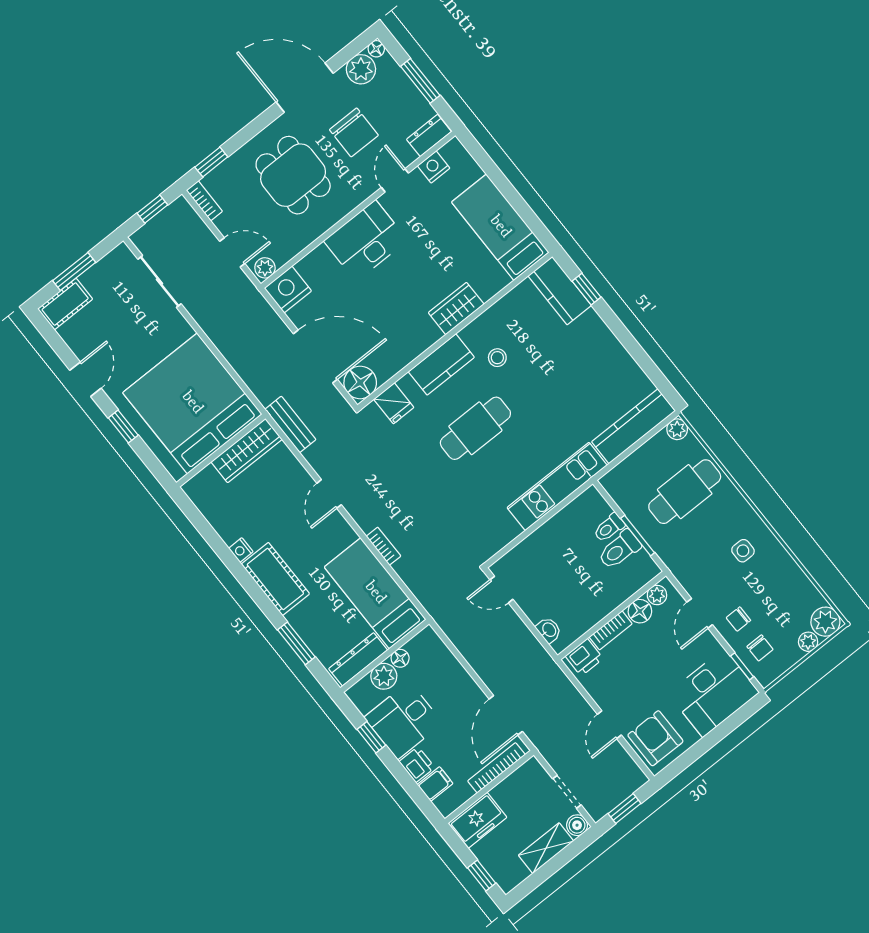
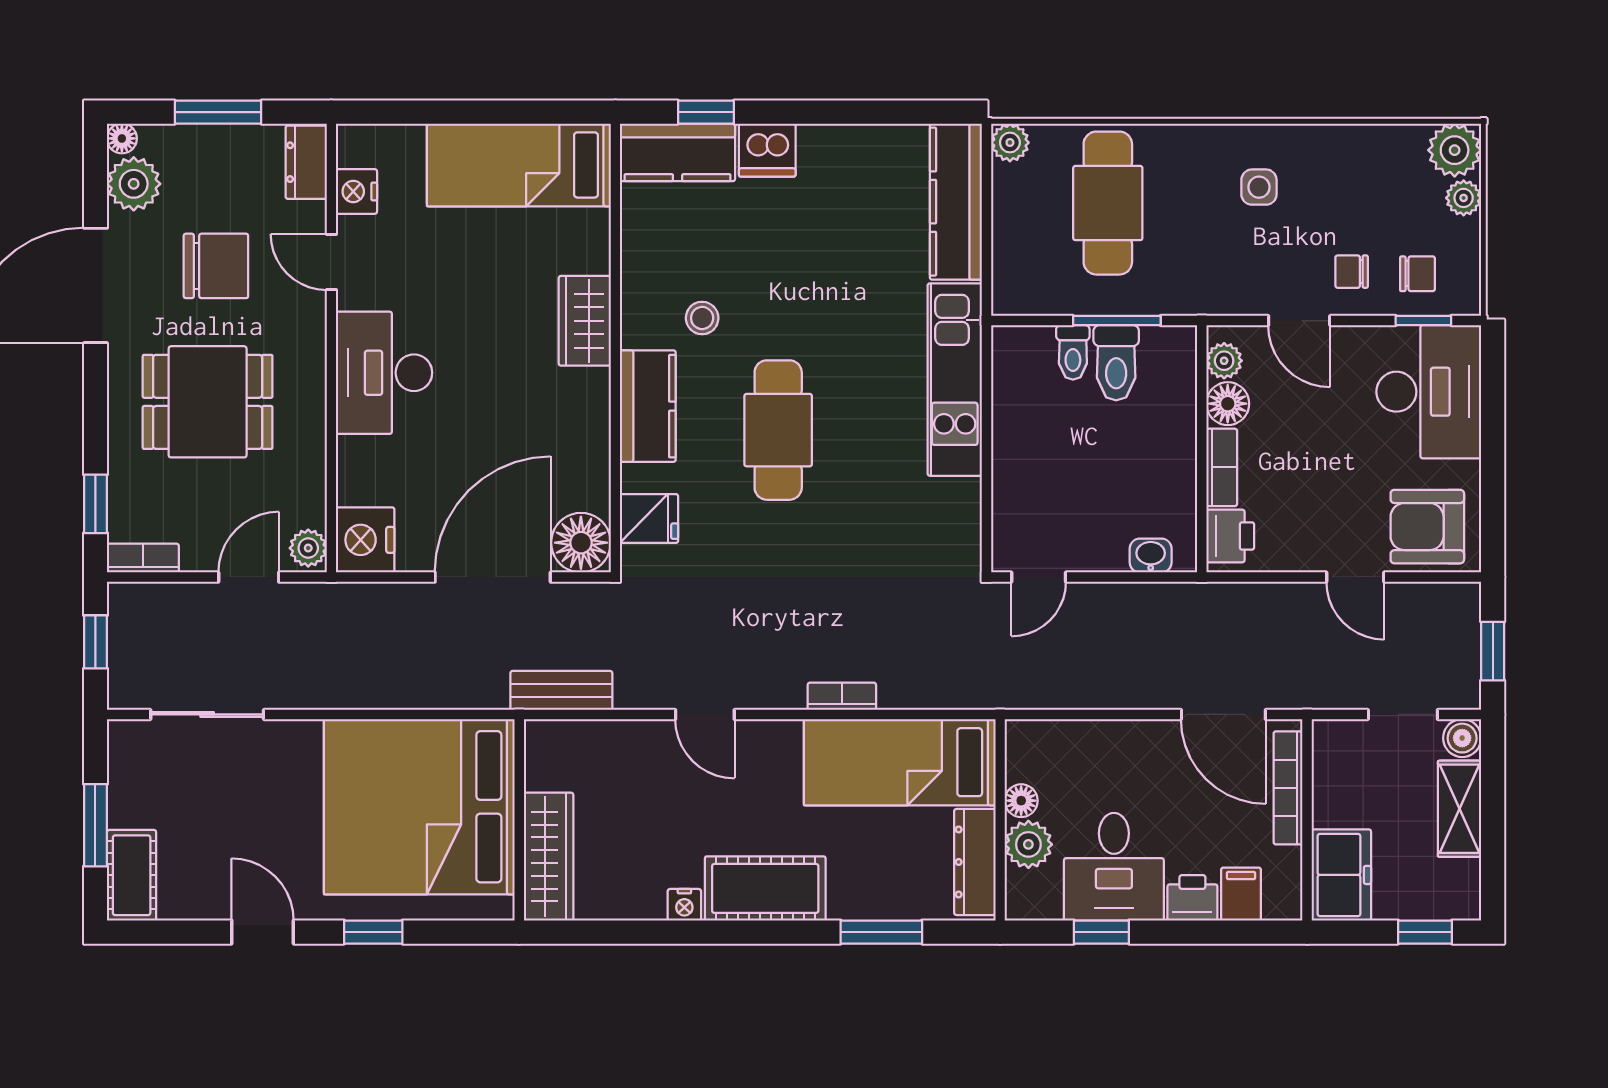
dishwasher: (591, 328) -> (767, 150), added
wardrobe: (247, 451) -> (549, 857), moved
chair: (738, 619) -> (1352, 272), turned 90

